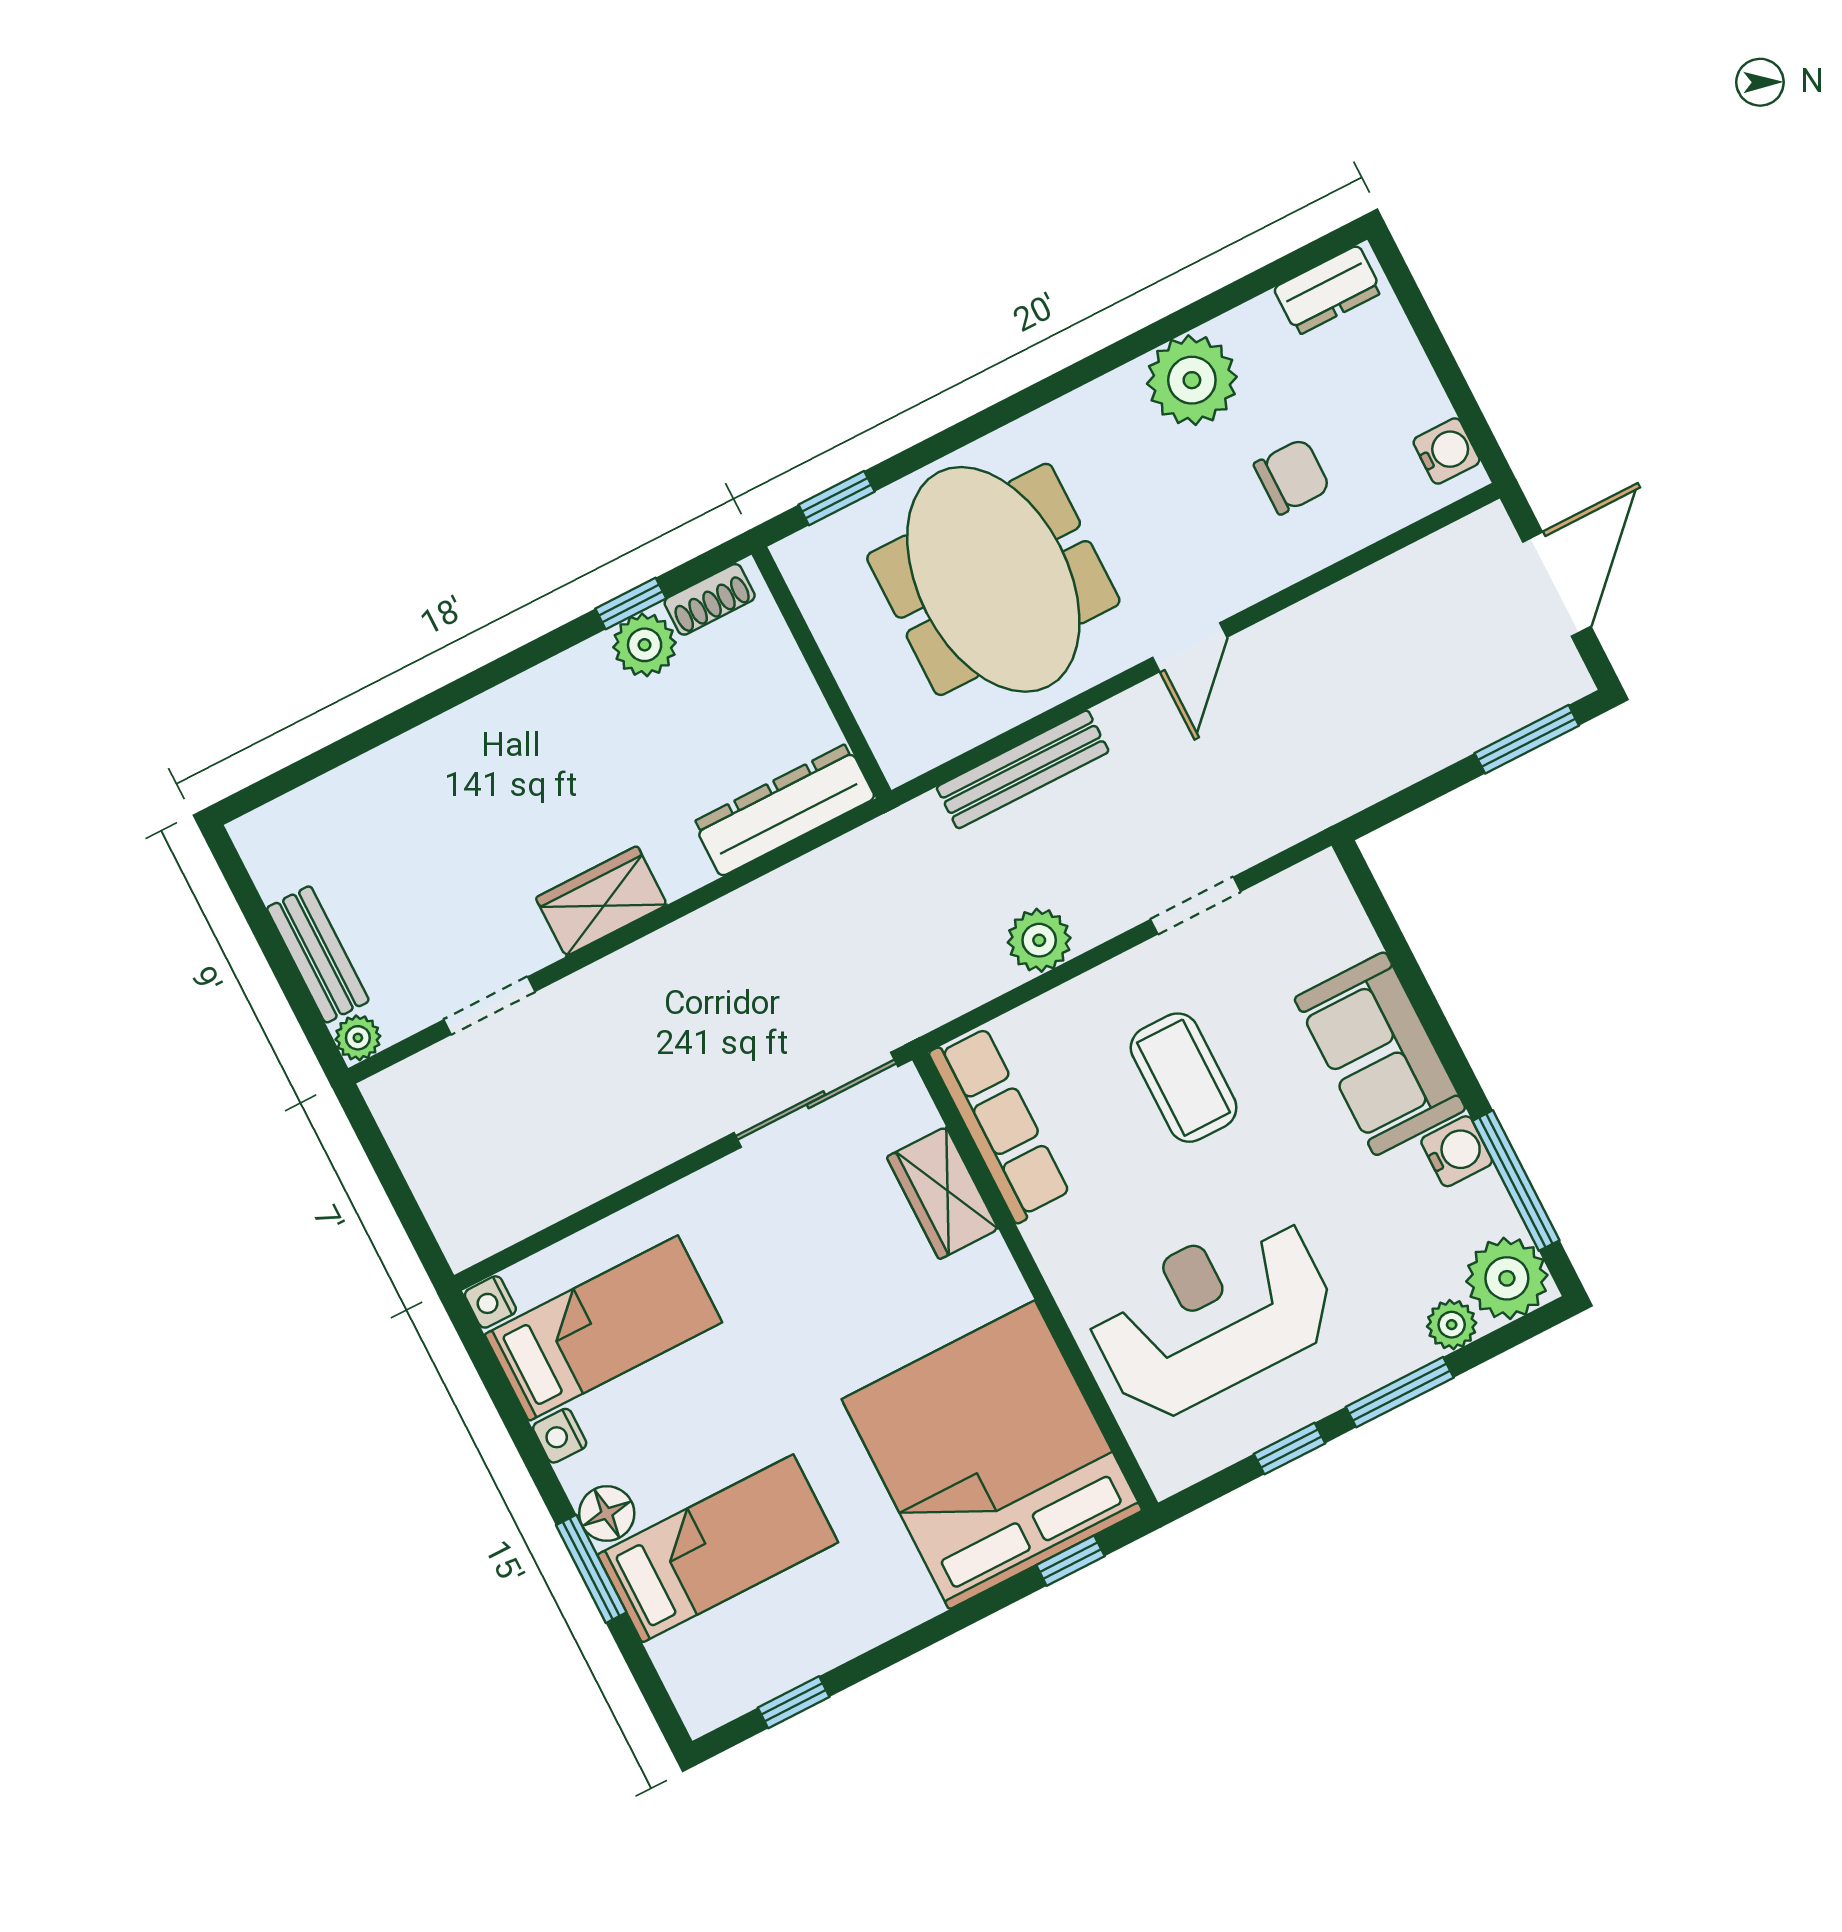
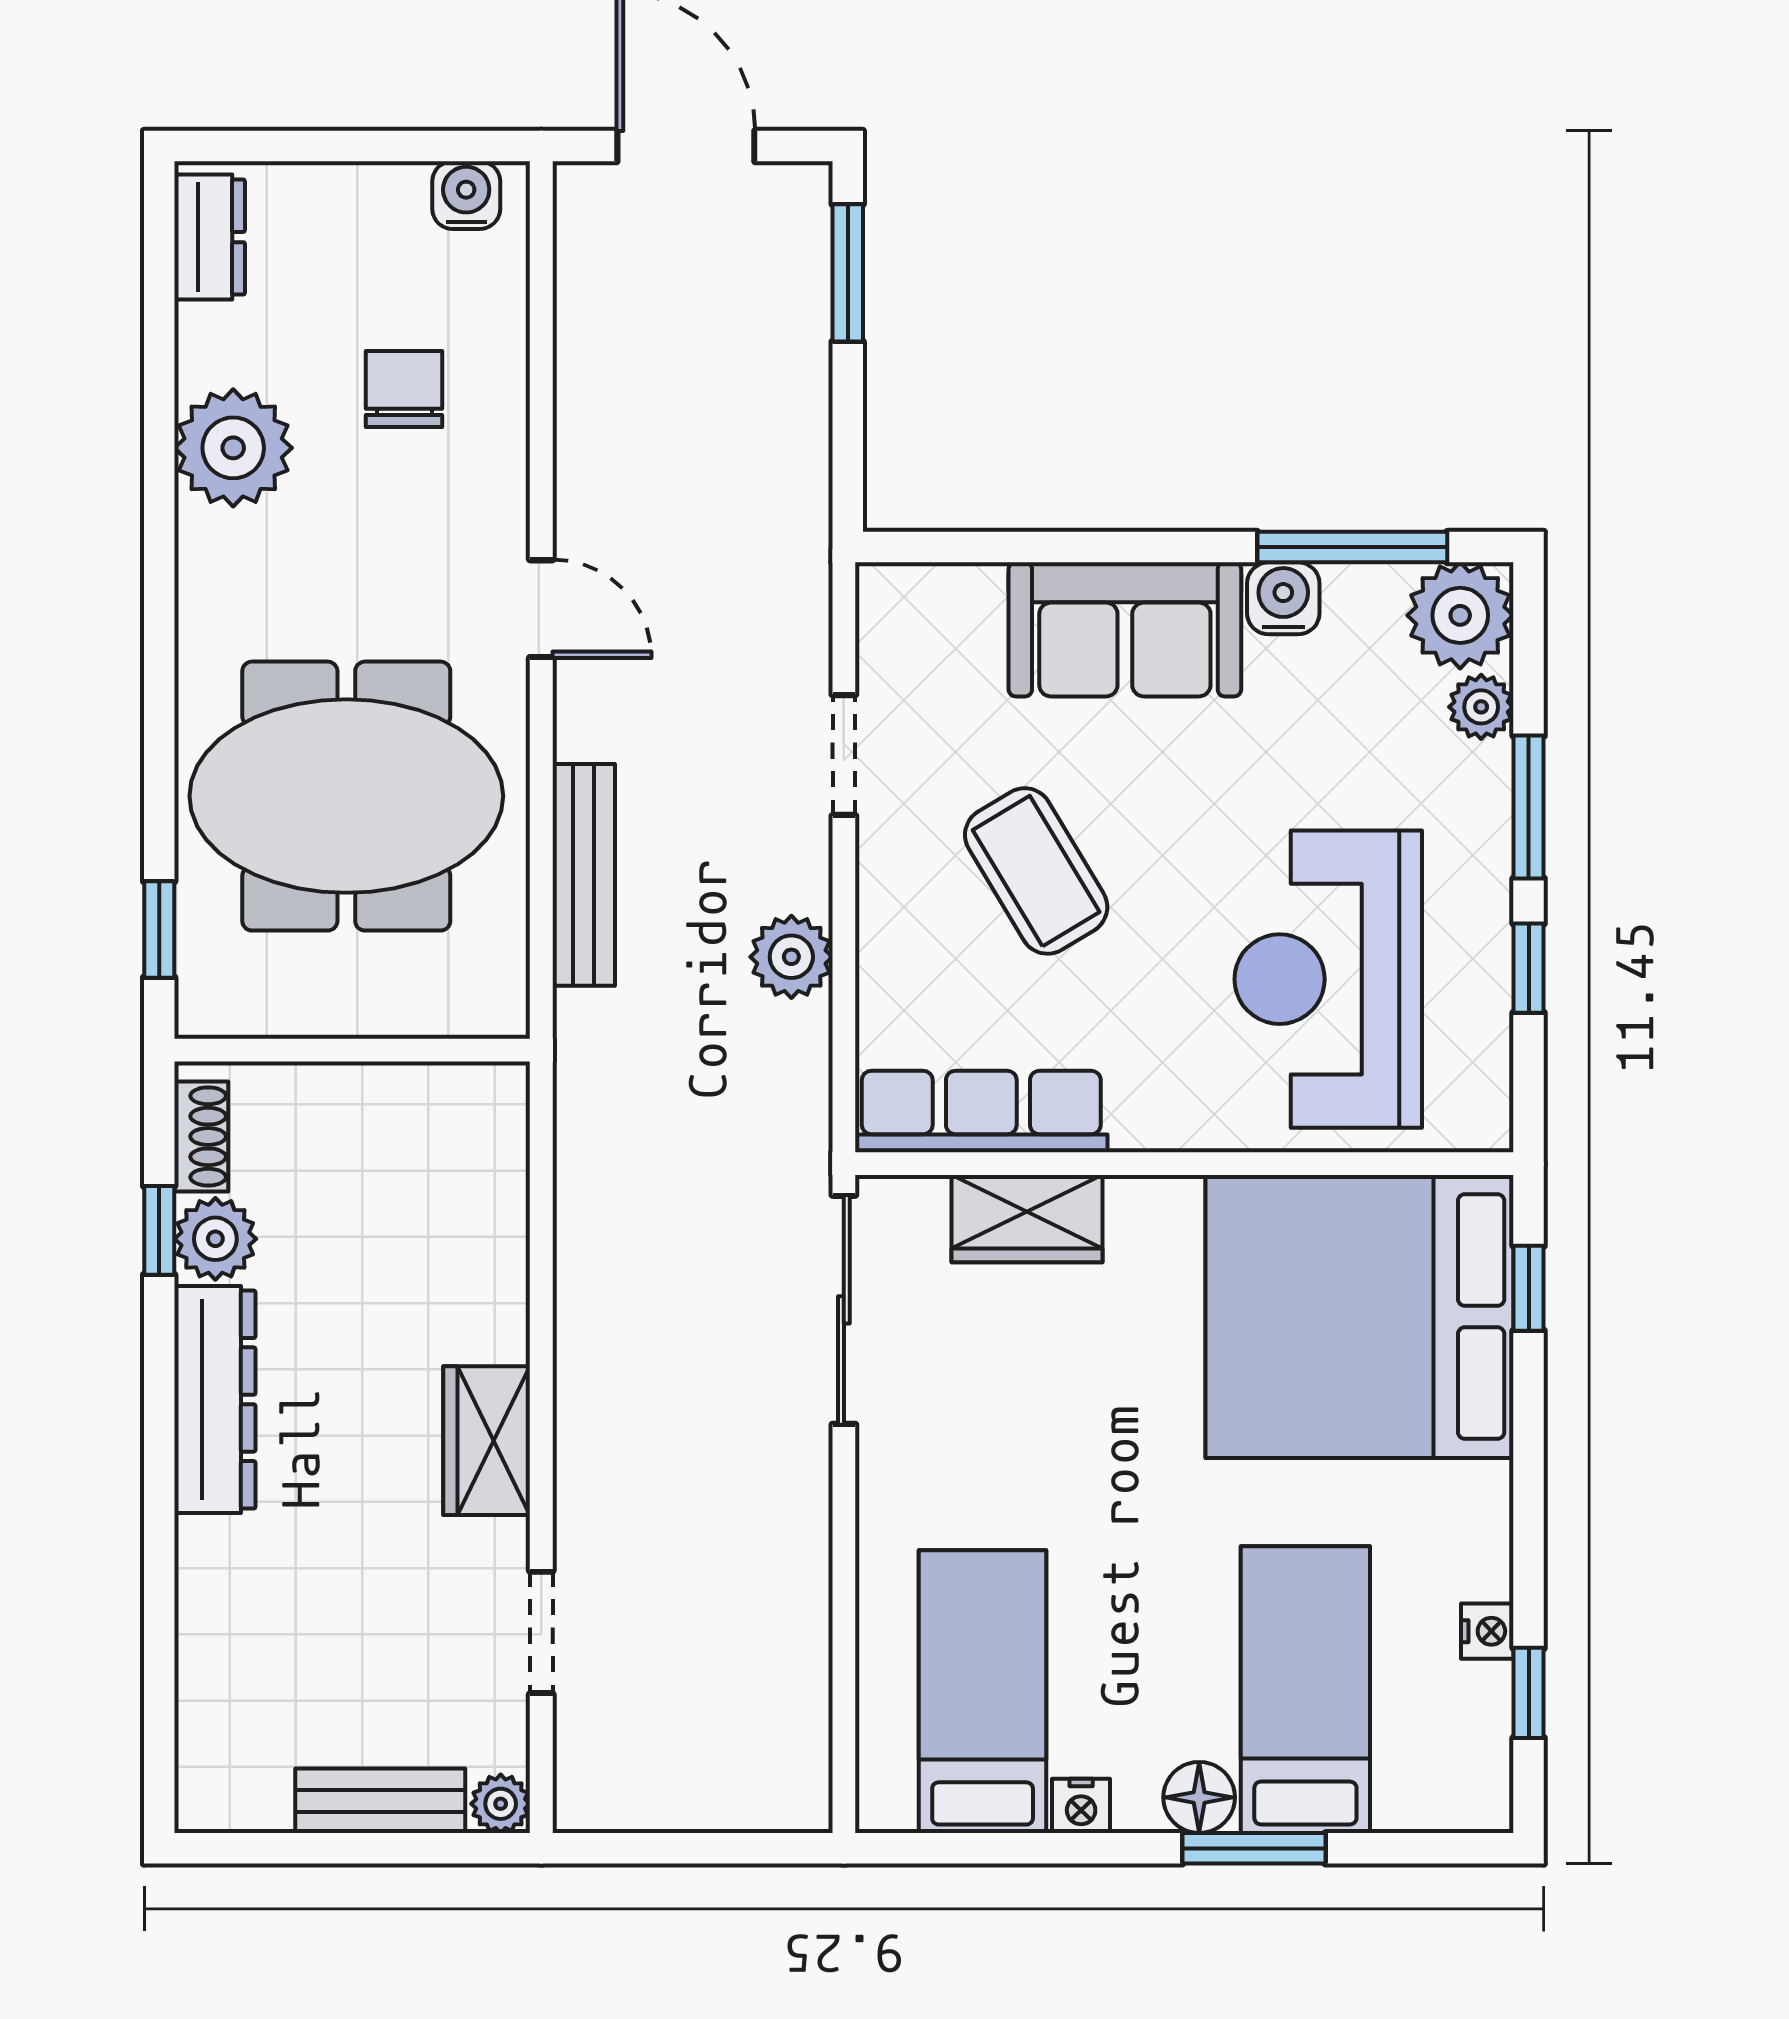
dresser: (784, 810) -> (215, 1400), moved, turned 180
coffee table: (1184, 1078) -> (1036, 871), turned 59
nightstand: (490, 1302) -> (1487, 1631), moved, turned -90

